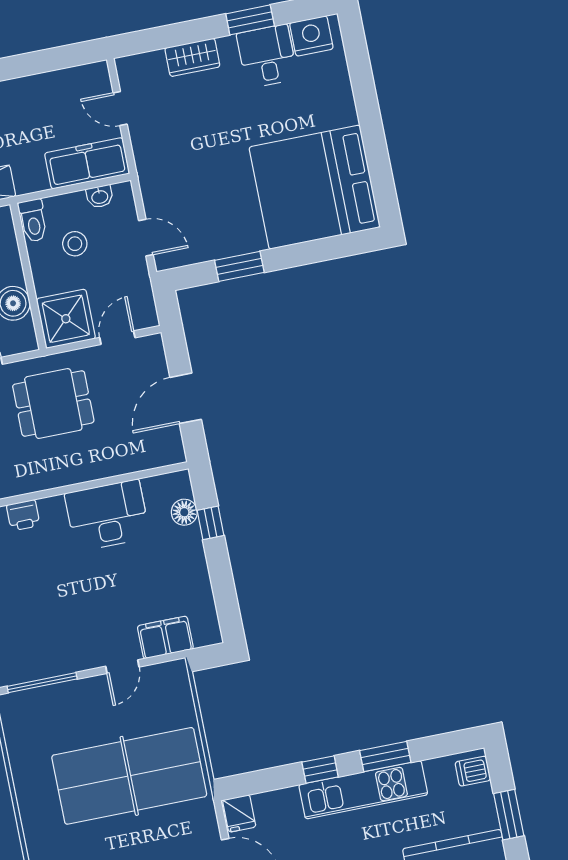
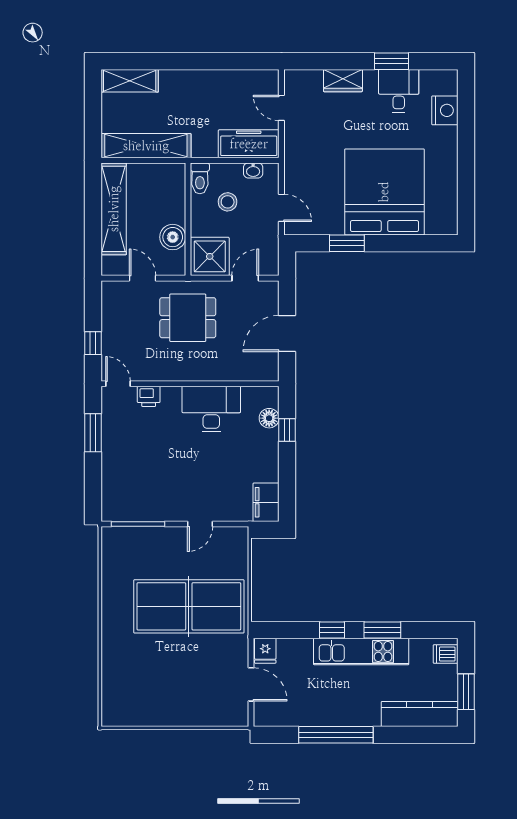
nightstand: (311, 36) -> (445, 110), moved, turned 90
bed: (315, 187) -> (384, 192), moved, turned 90
filing cabinet: (165, 637) -> (266, 502), moved, turned -90

